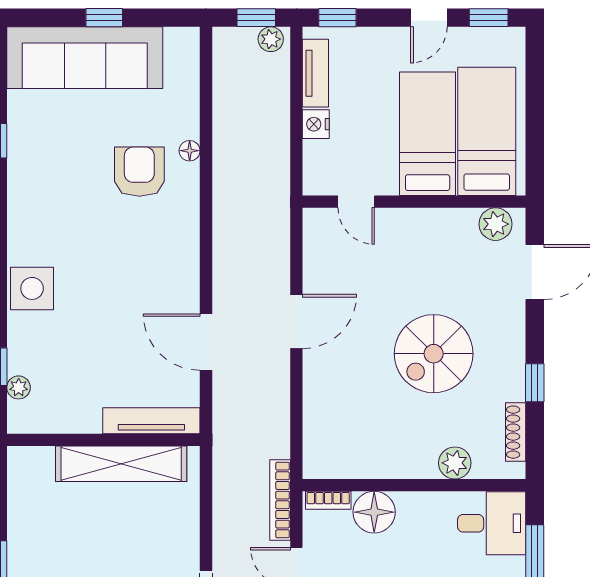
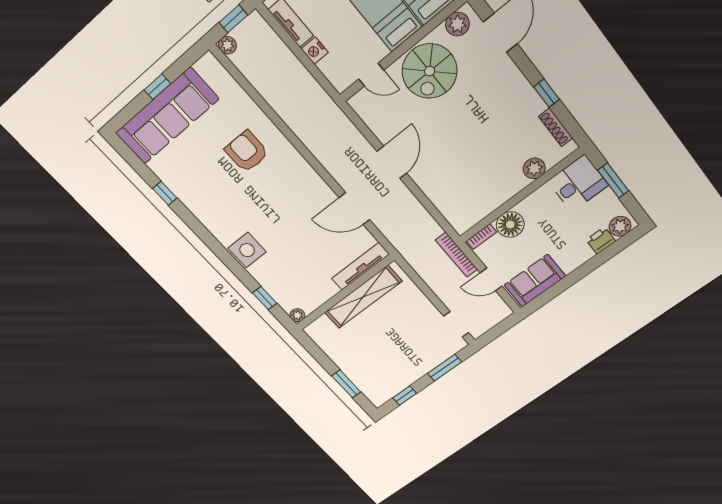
plant: (271, 39) -> (227, 45), moved
floor lamp: (190, 151) -> (262, 120), removed
spiral stairs: (434, 354) -> (430, 71), moved
plant: (19, 387) -> (297, 315), moved

